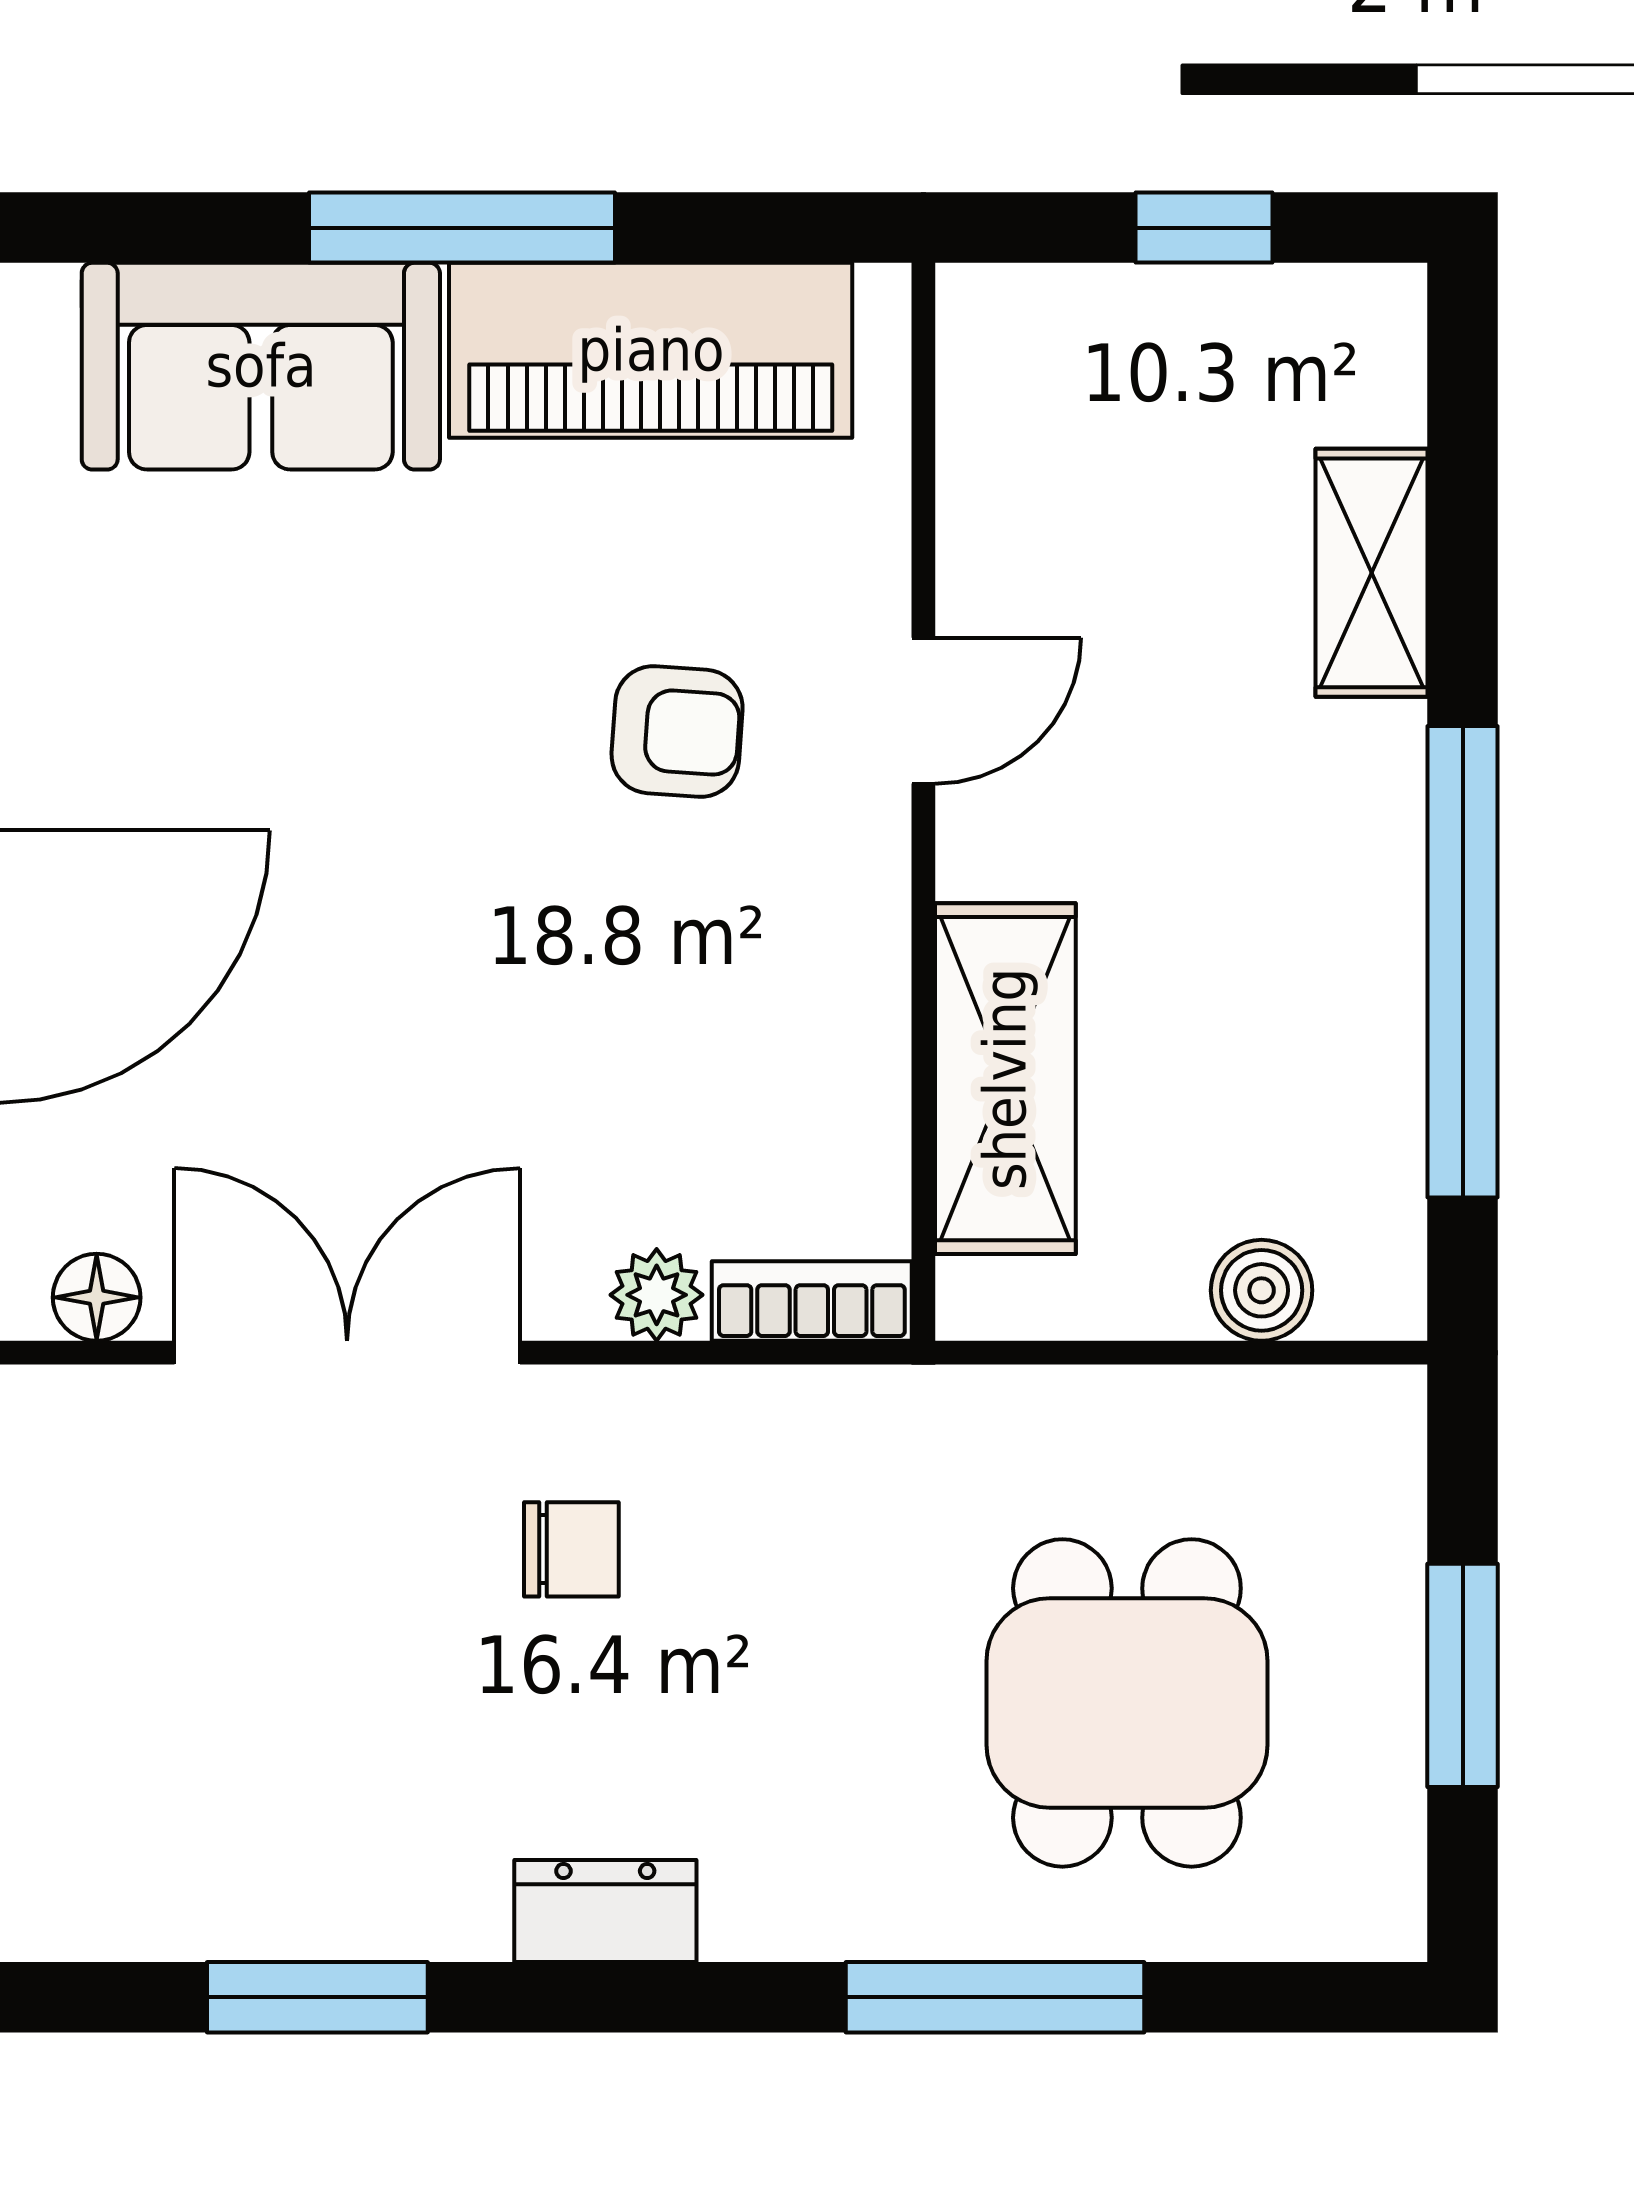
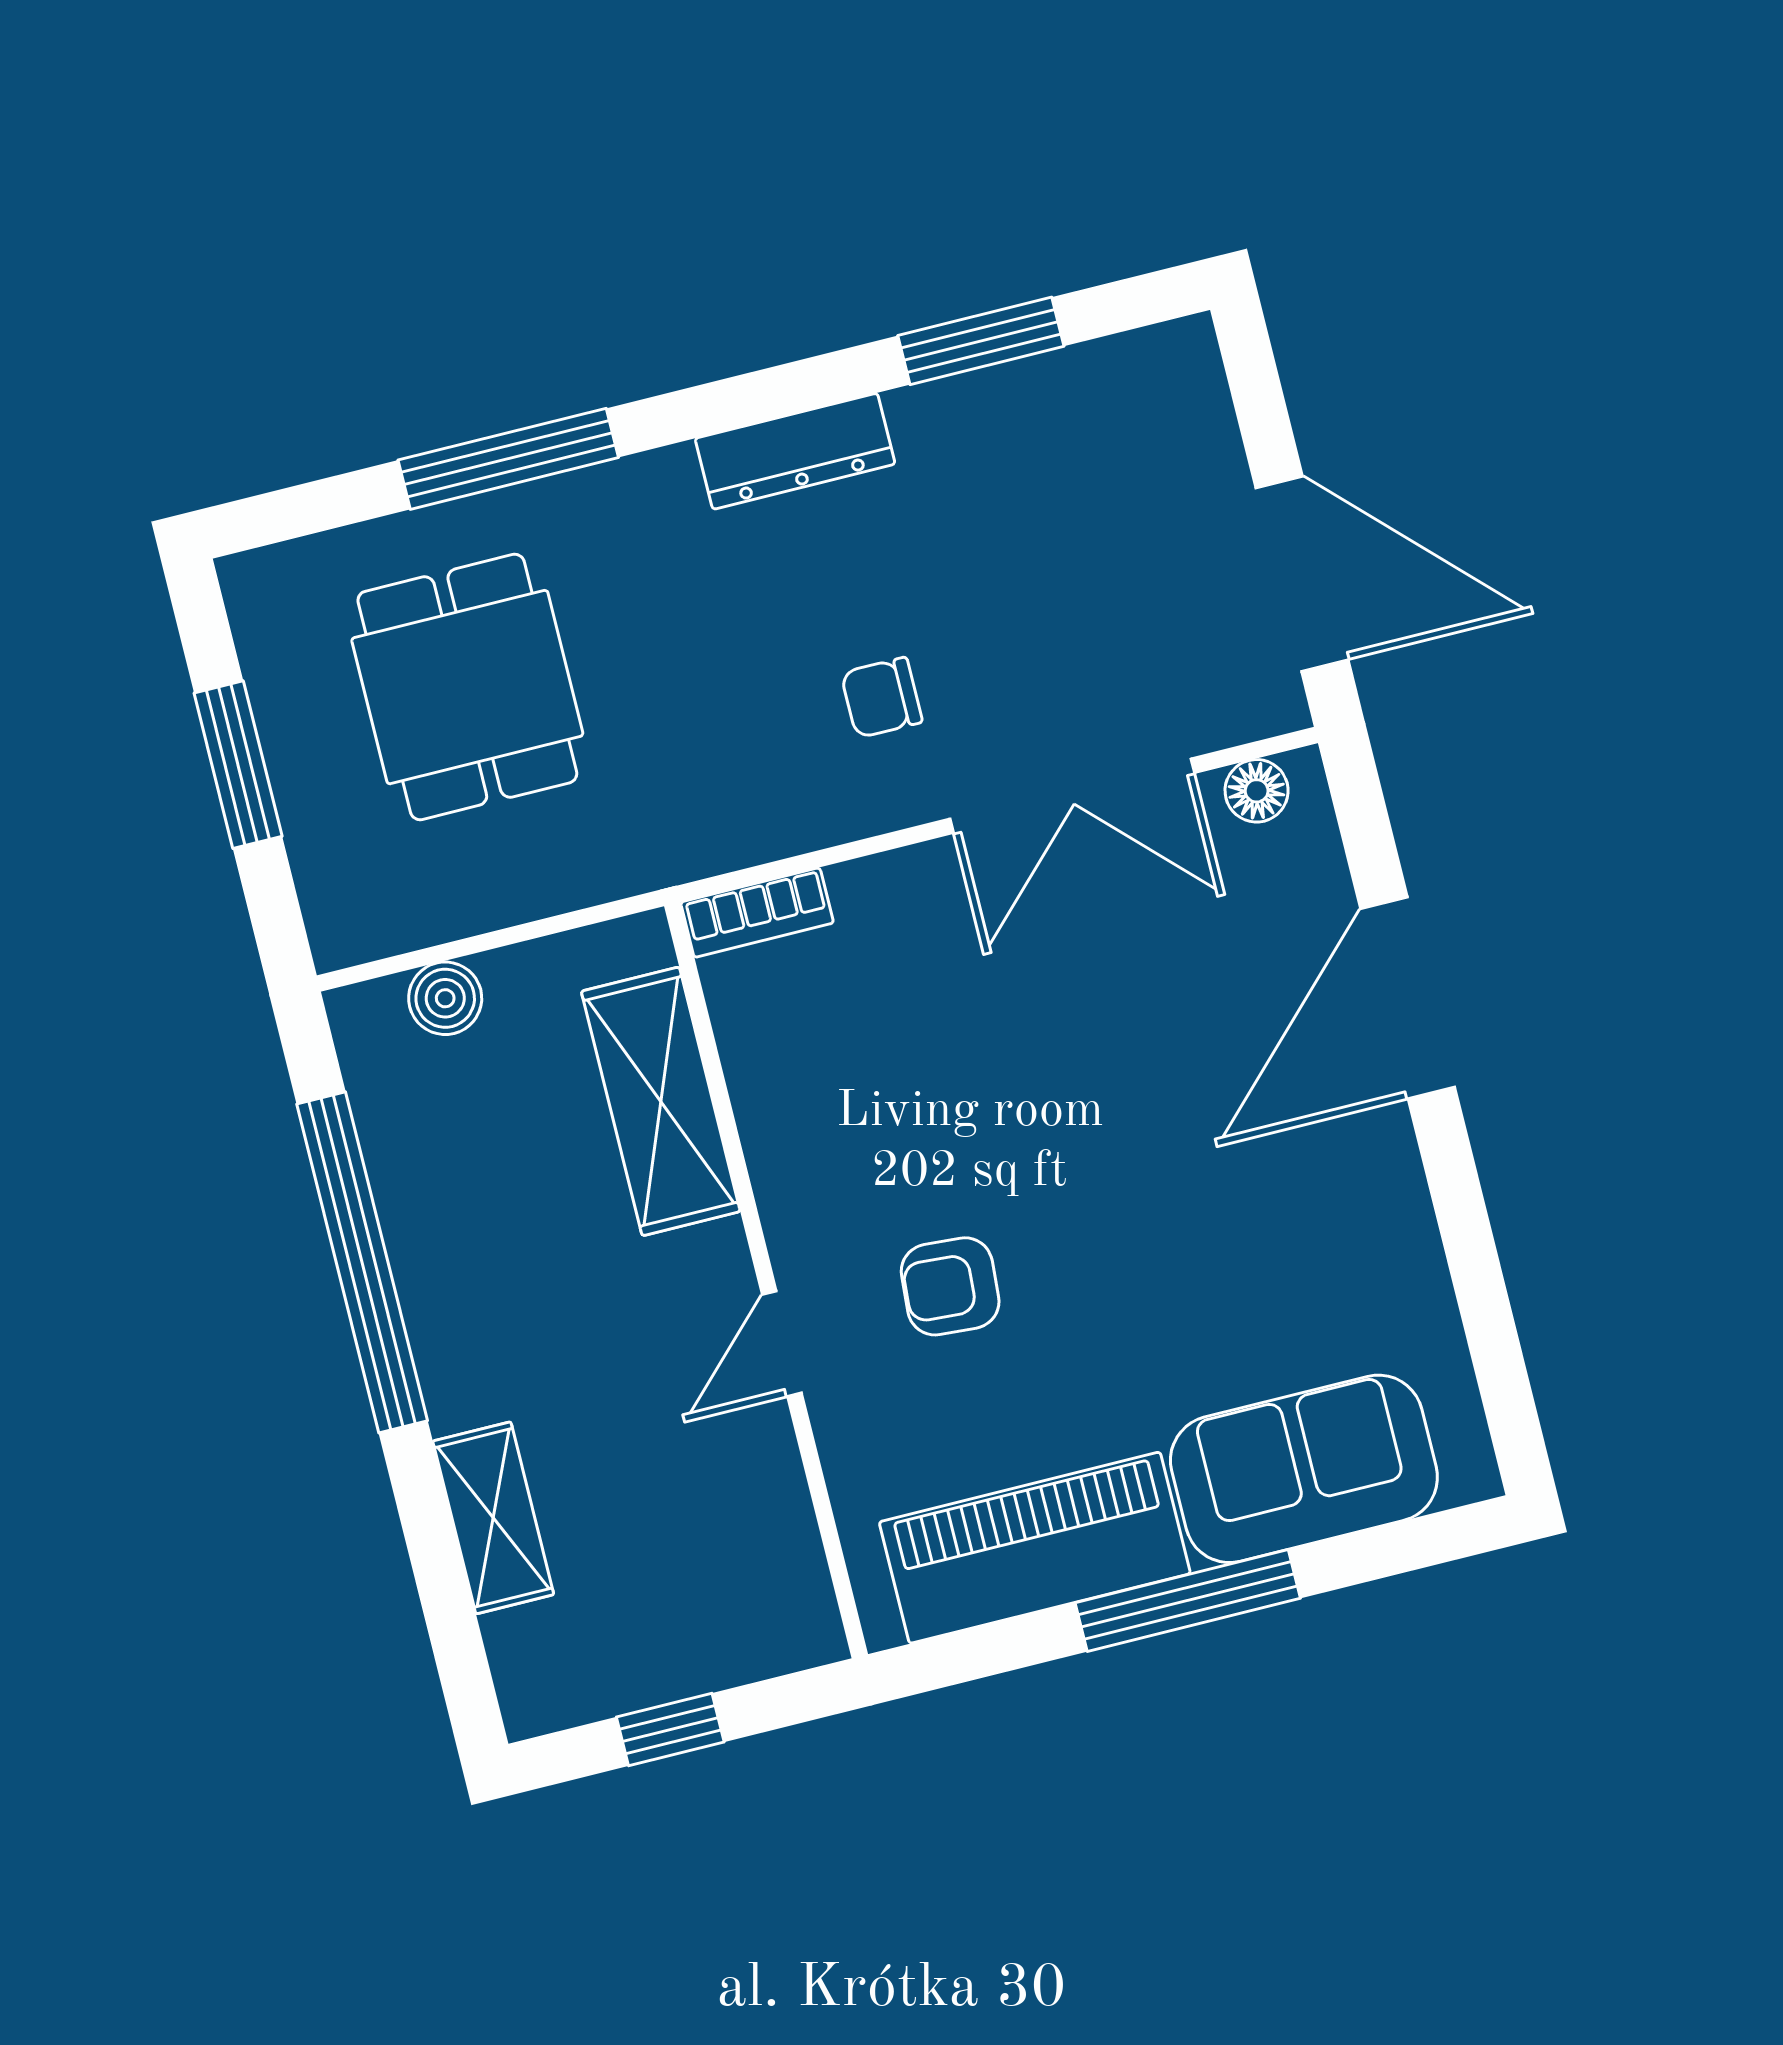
plant: (657, 1295) -> (866, 890), removed
dresser: (605, 1911) -> (795, 451), width x1.44

